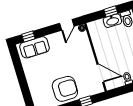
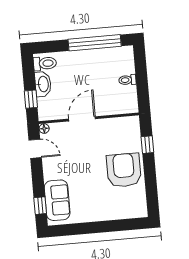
window: (111, 11) -> (31, 99), moved
door: (100, 73) -> (82, 119), moved

